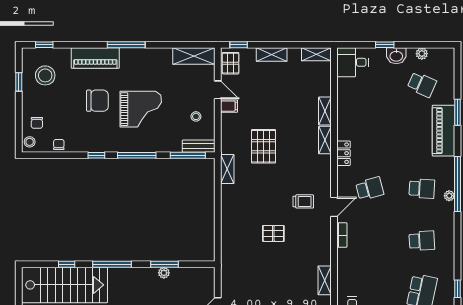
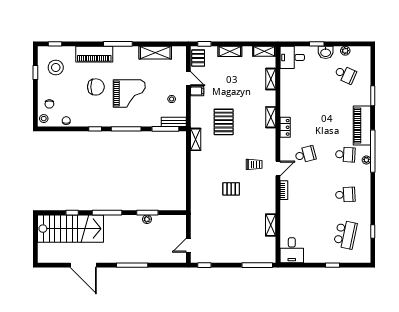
shelving: (194, 56) -> (155, 53), moved
shelving: (325, 111) -> (271, 79), moved
piano: (444, 131) -> (362, 126), moved

